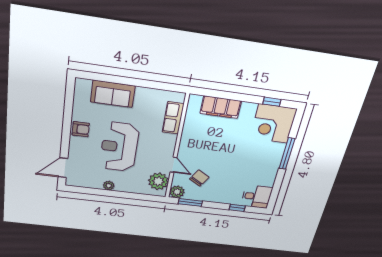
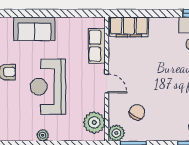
filing cabinet: (221, 107) -> (129, 27), moved
door: (173, 165) -> (107, 83), moved

